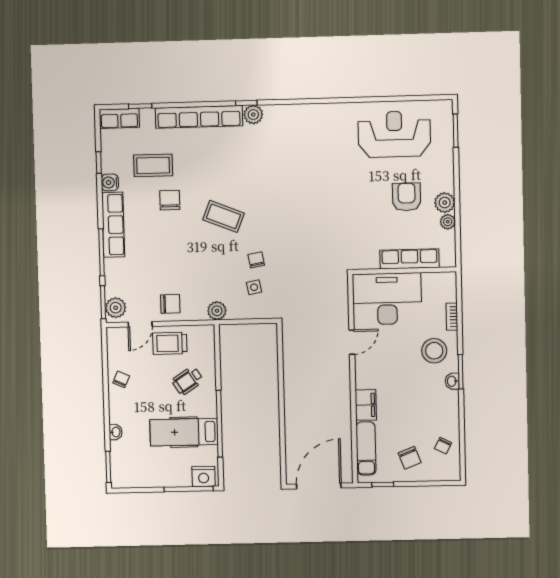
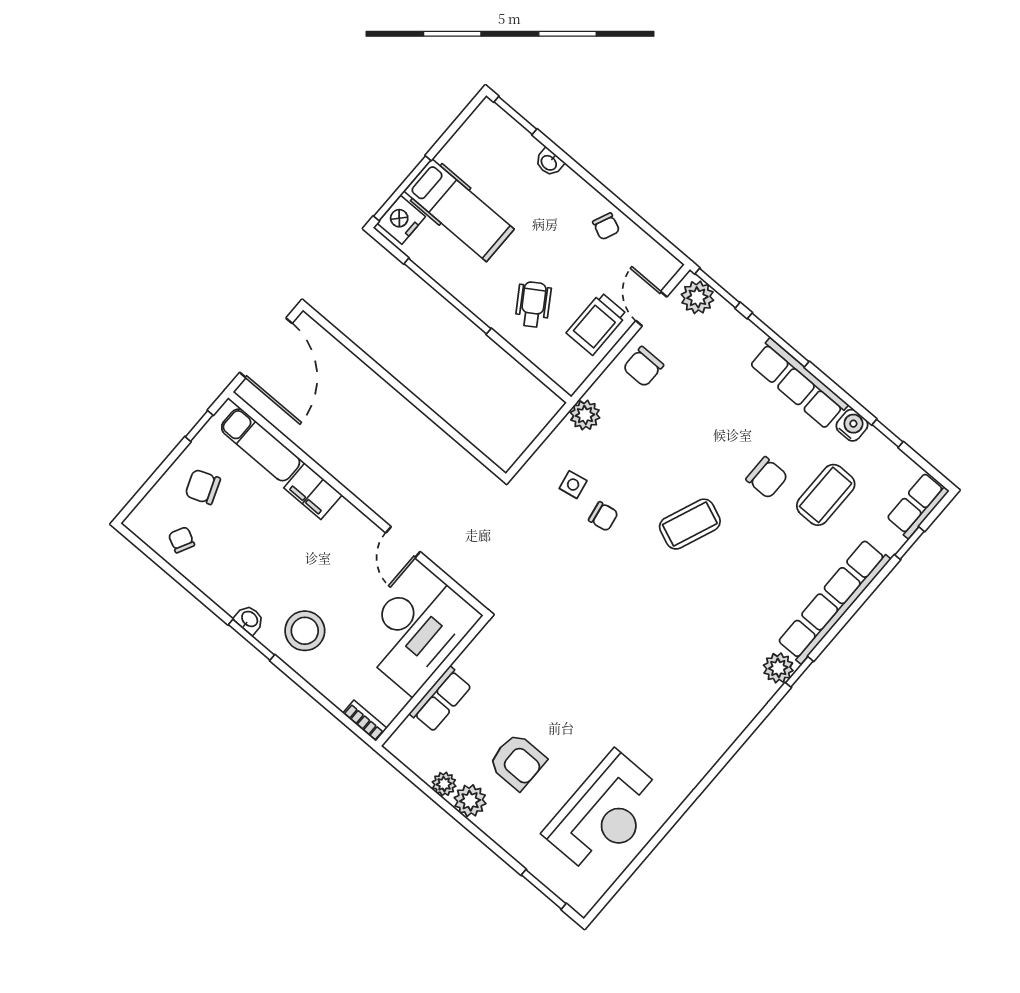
row of seats: (409, 259) -> (441, 699), width x0.68
bookcase: (452, 317) -> (365, 721), moved
trolley: (170, 343) -> (597, 324), turned 180
hospital bed: (184, 432) -> (459, 210), moved, turned 90

